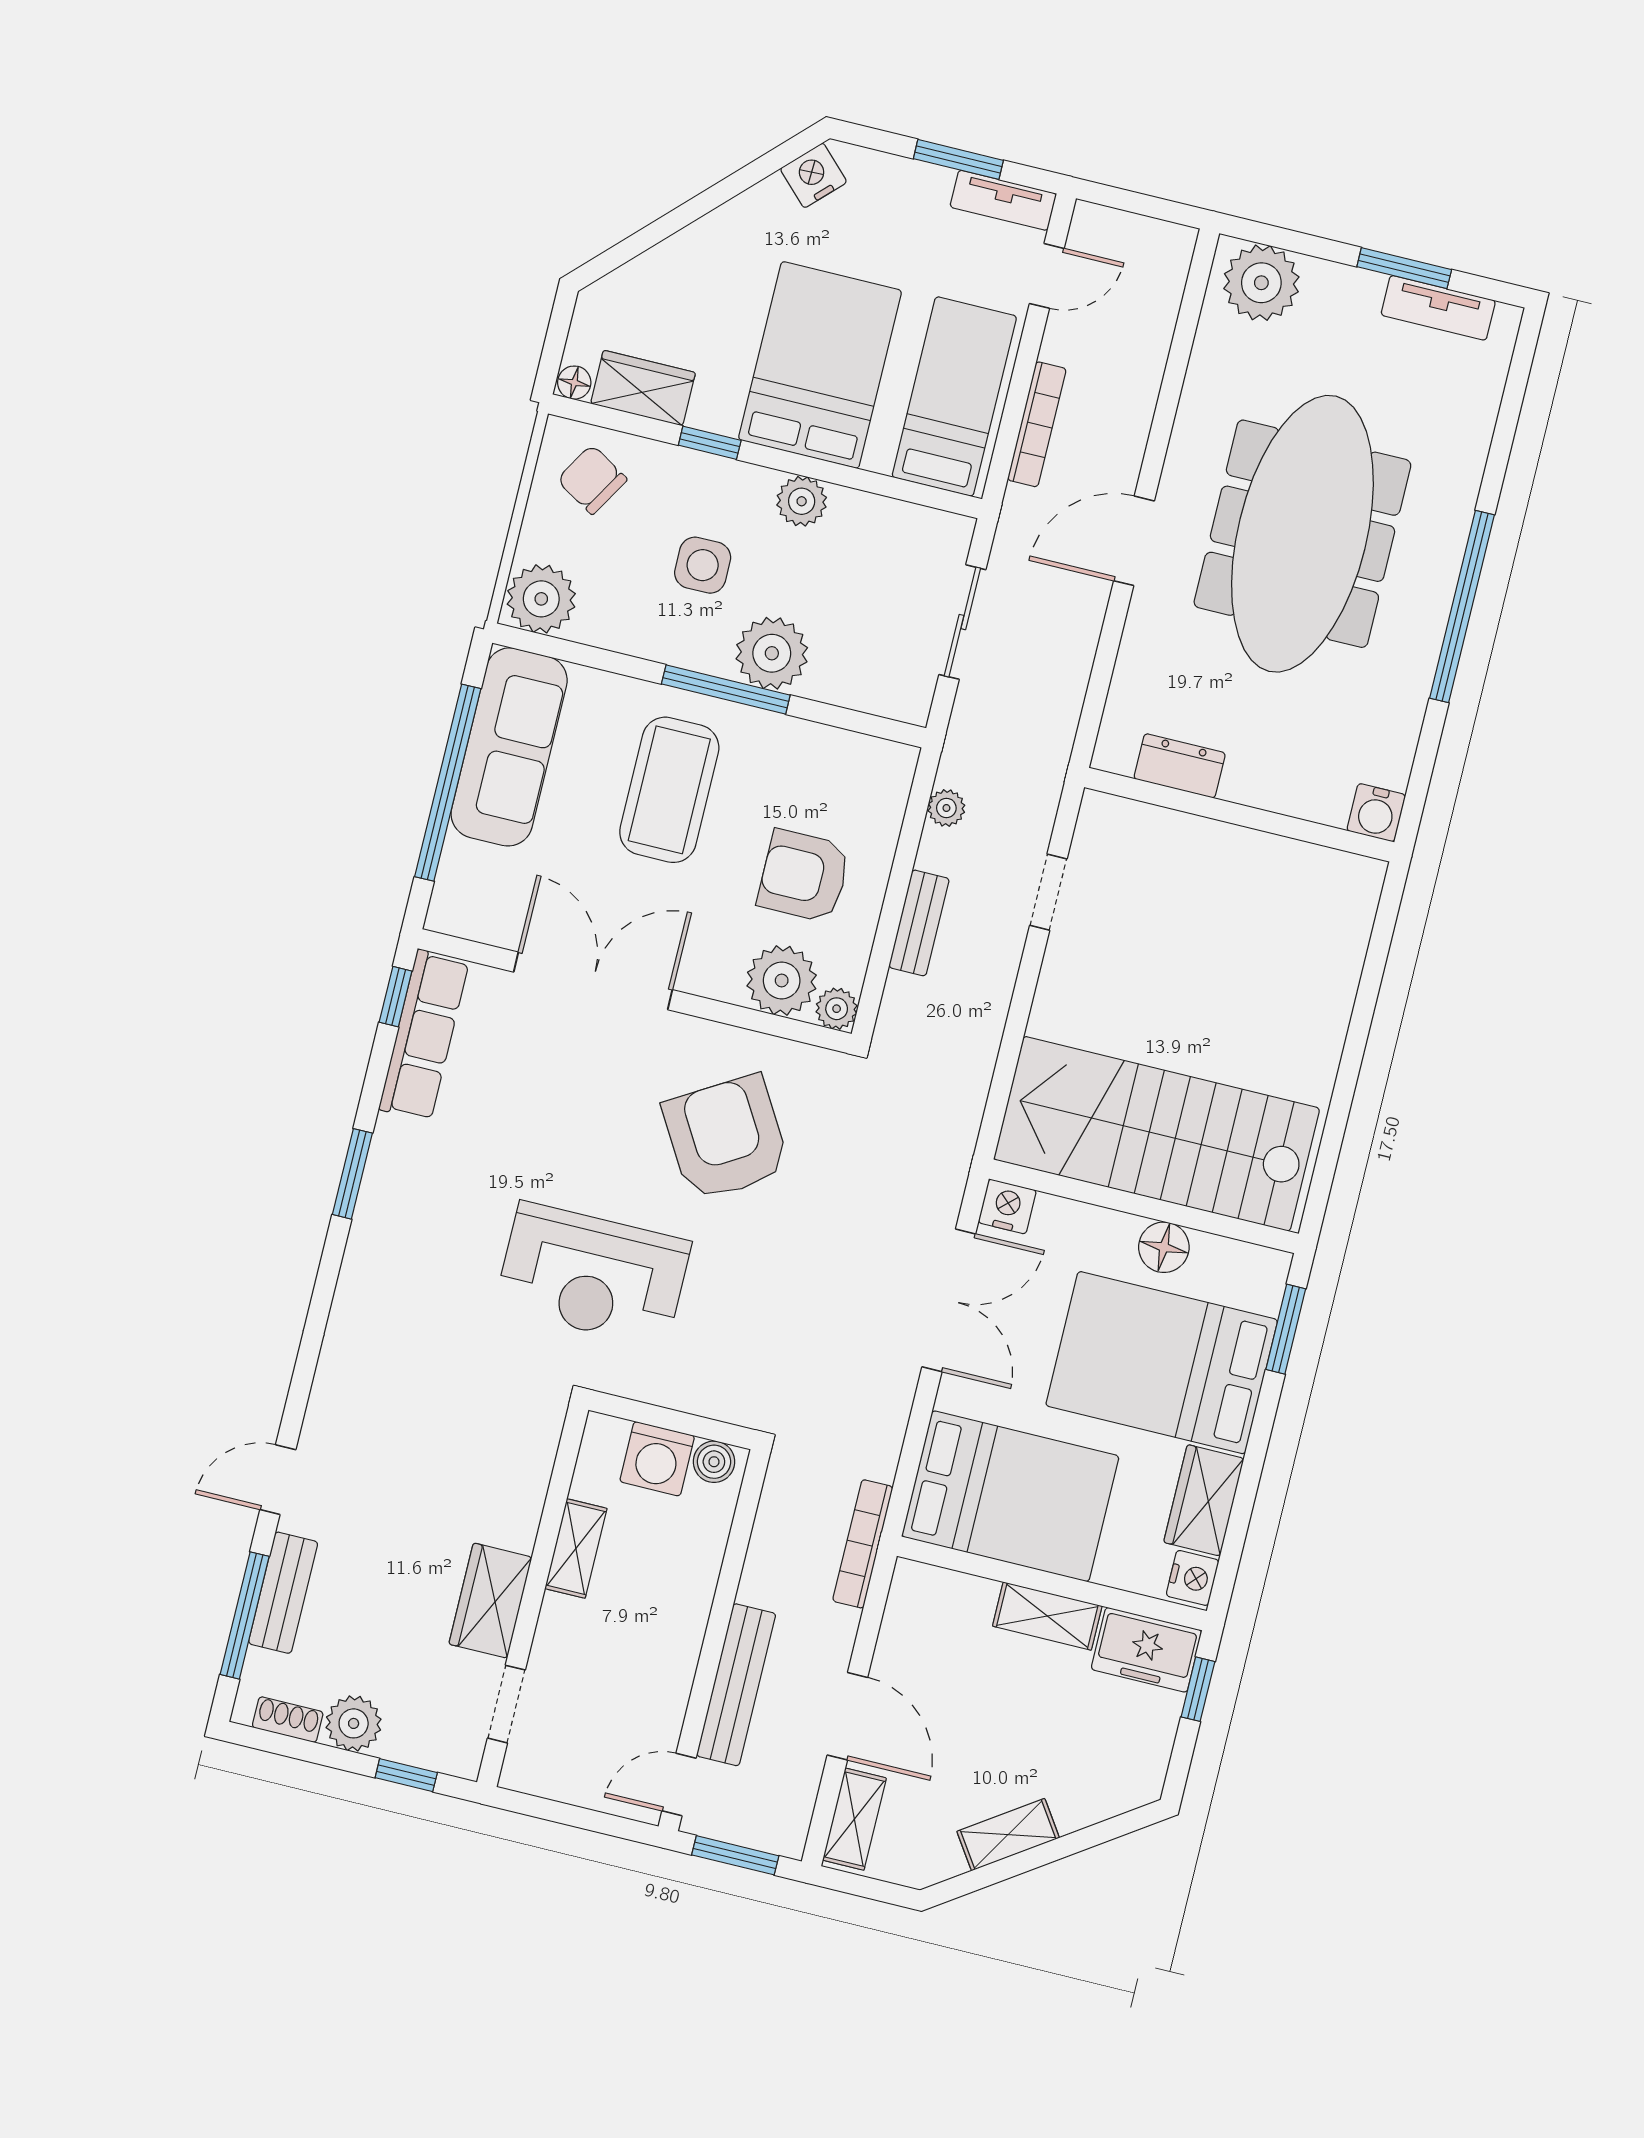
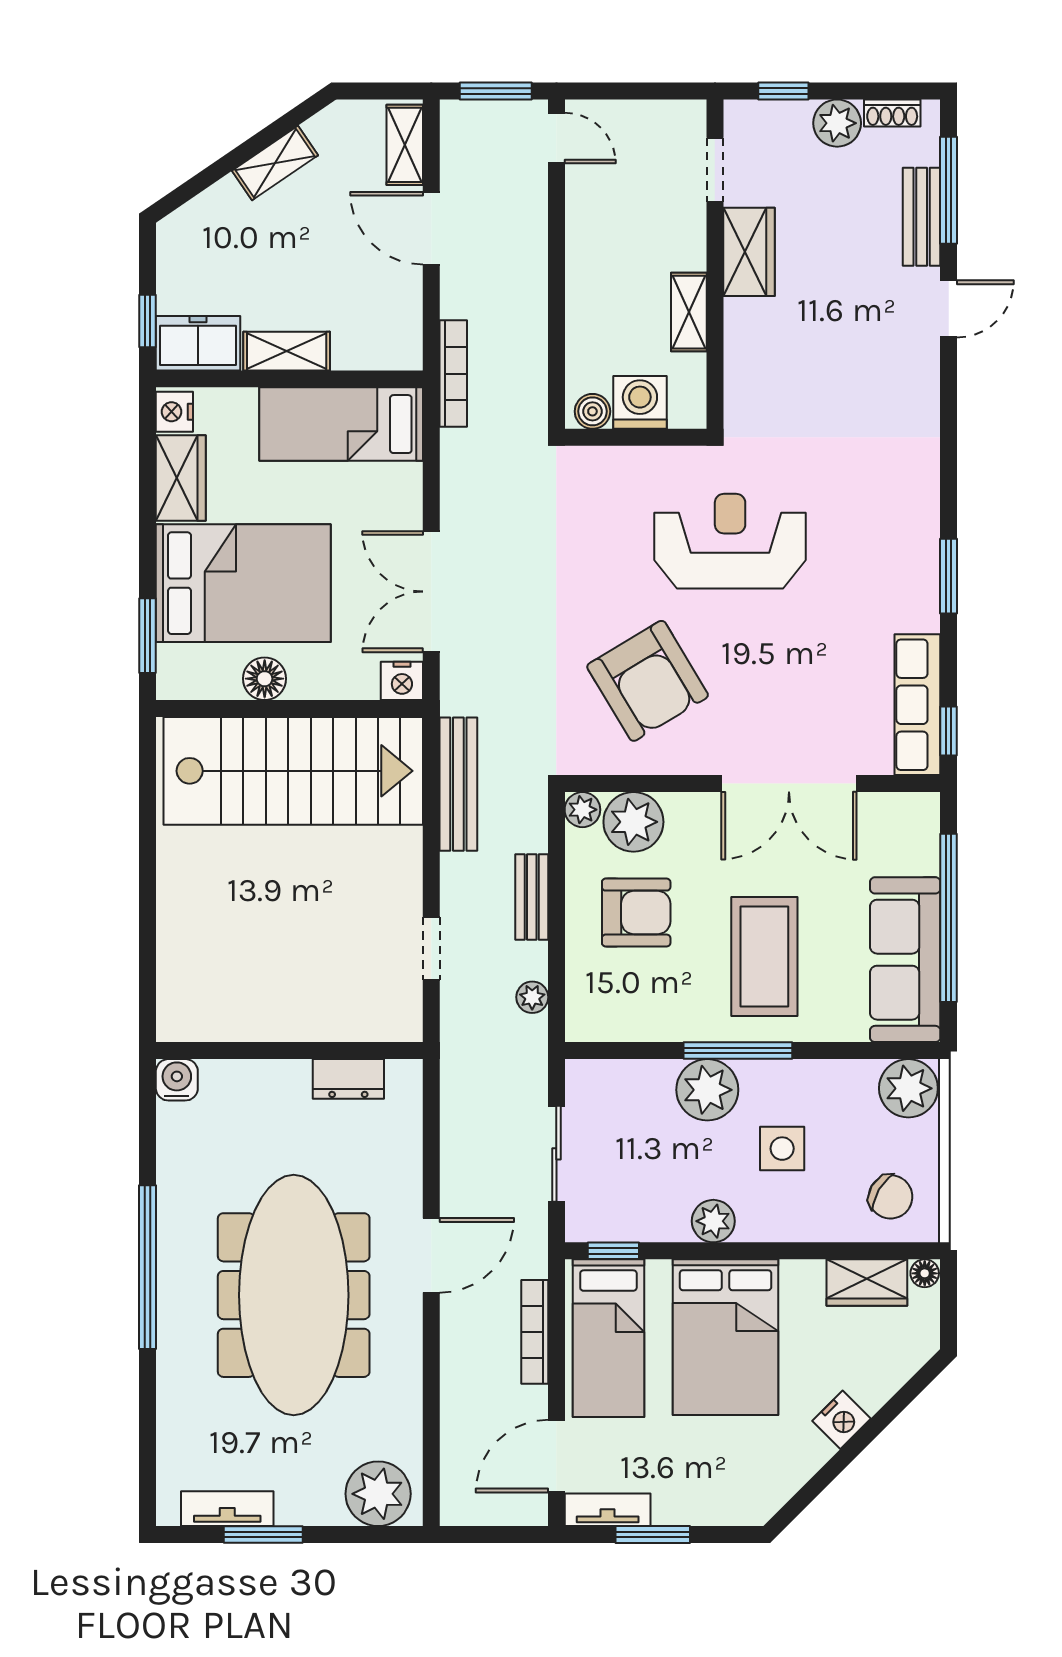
nightstand: (814, 175) -> (841, 1420), moved
door: (1047, 276) -> (556, 1456), width x1.38
window: (710, 443) -> (613, 1251), moved
bed: (1010, 1496) -> (341, 424), width x0.67
bench: (736, 1685) -> (458, 784), moved
door: (679, 1785) -> (556, 138), hinge flipped

